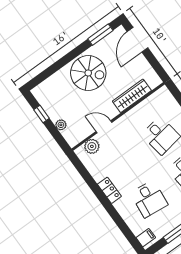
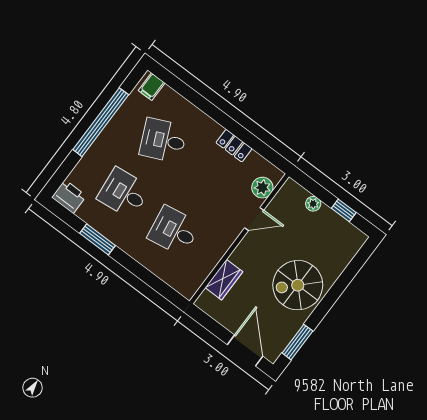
wardrobe: (132, 96) -> (224, 280), width x0.67
locker: (109, 190) -> (234, 146), moved
desk: (149, 199) -> (163, 140), turned -30

